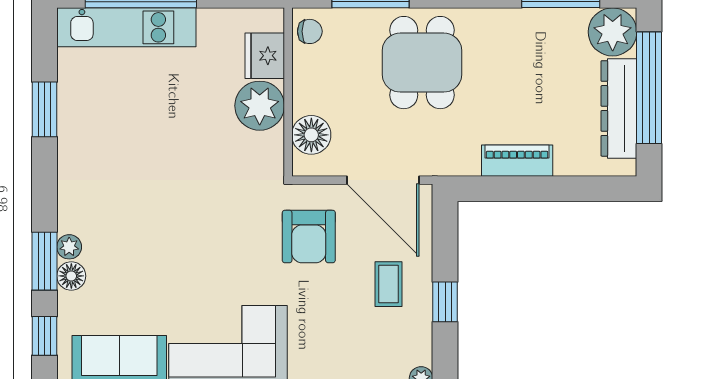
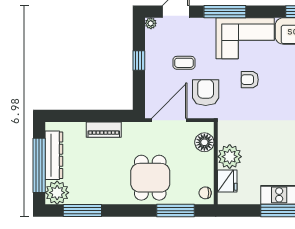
door: (383, 180) -> (169, 120), hinge flipped
armchair: (219, 263) -> (250, 80), added
coffee table: (389, 284) -> (184, 63), moved, turned 90

